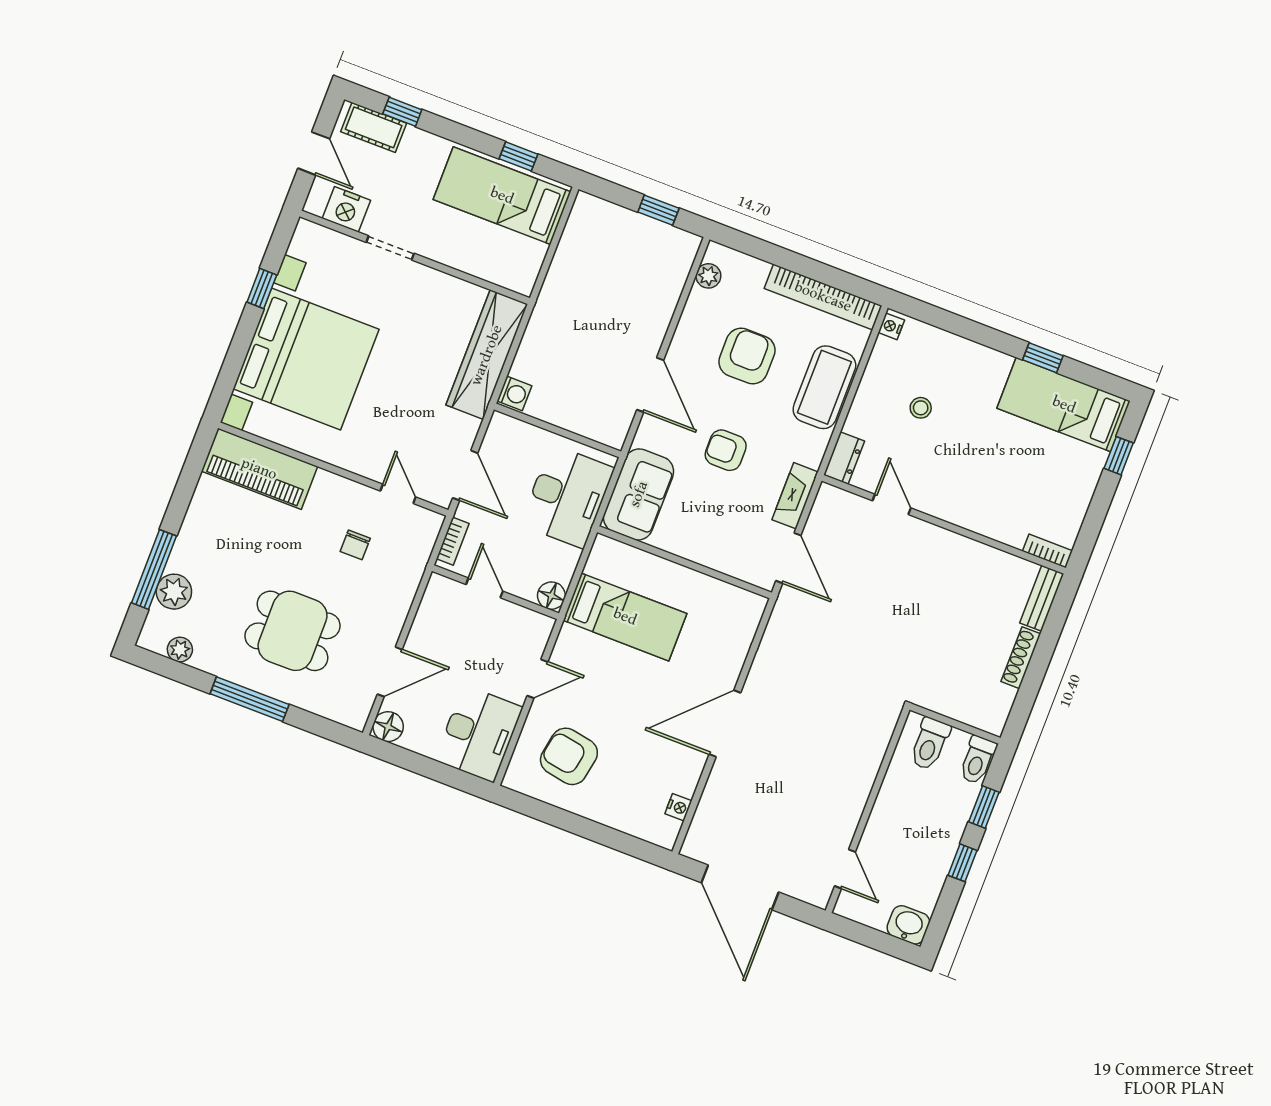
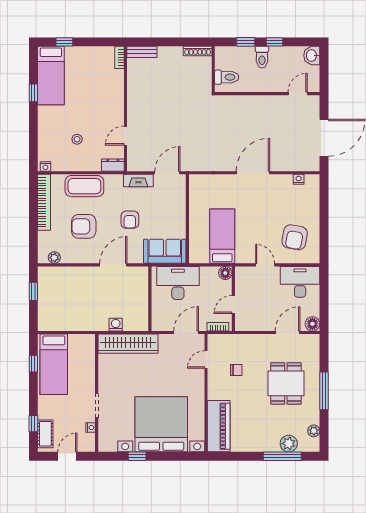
nightstand: (346, 209) -> (91, 428), width x0.53, depth x0.56
washing machine: (514, 393) -> (116, 325), moved
shoe rack: (1021, 658) -> (198, 51), moved
door: (390, 672) -> (288, 333), hinge flipped
door: (725, 723) -> (253, 173), swing flipped
toilet: (978, 760) -> (262, 57), moved, turned 90

